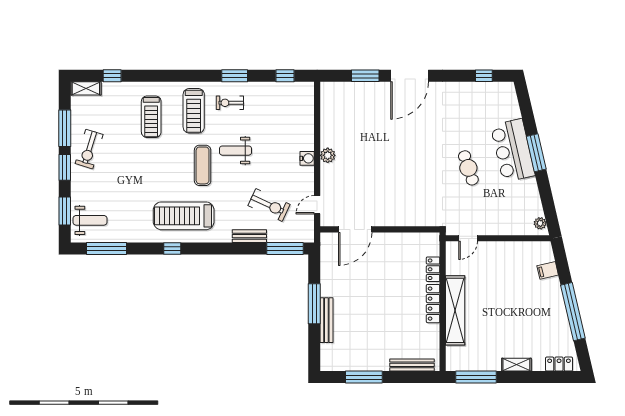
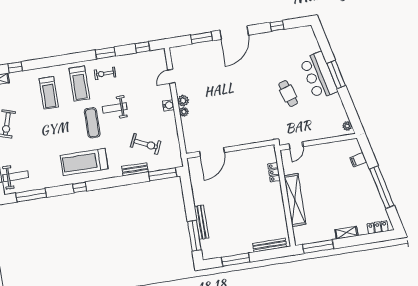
window: (484, 76) -> (277, 26), moved
plant: (326, 170) -> (184, 112), added
door: (317, 205) -> (171, 76), moved
window: (314, 304) -> (194, 236), moved
locker: (433, 304) -> (278, 197), removed

